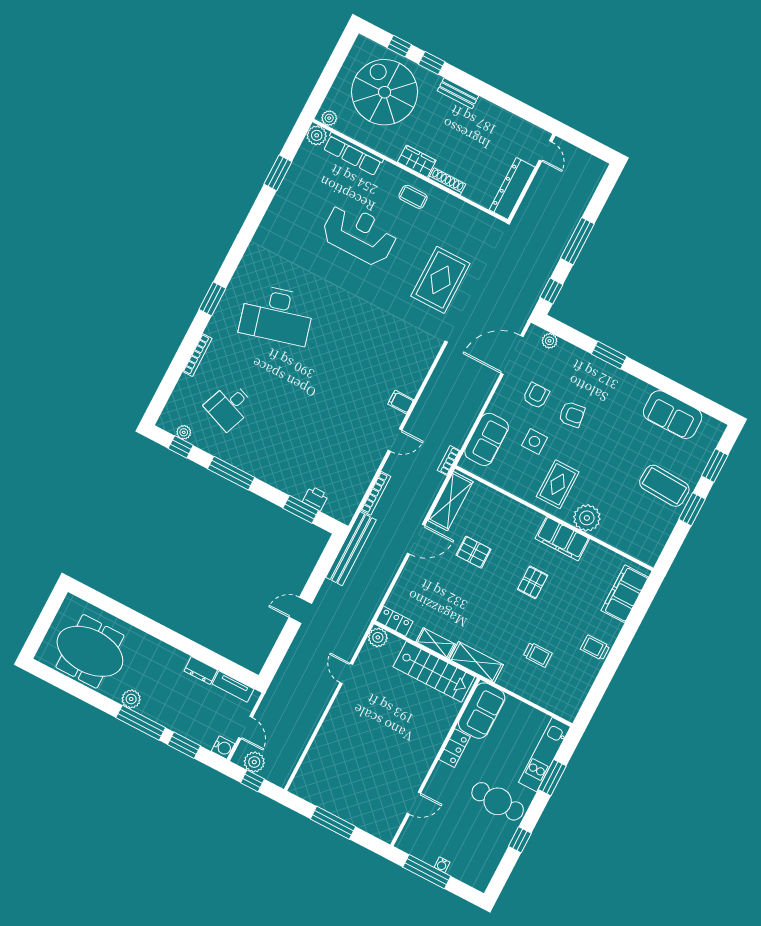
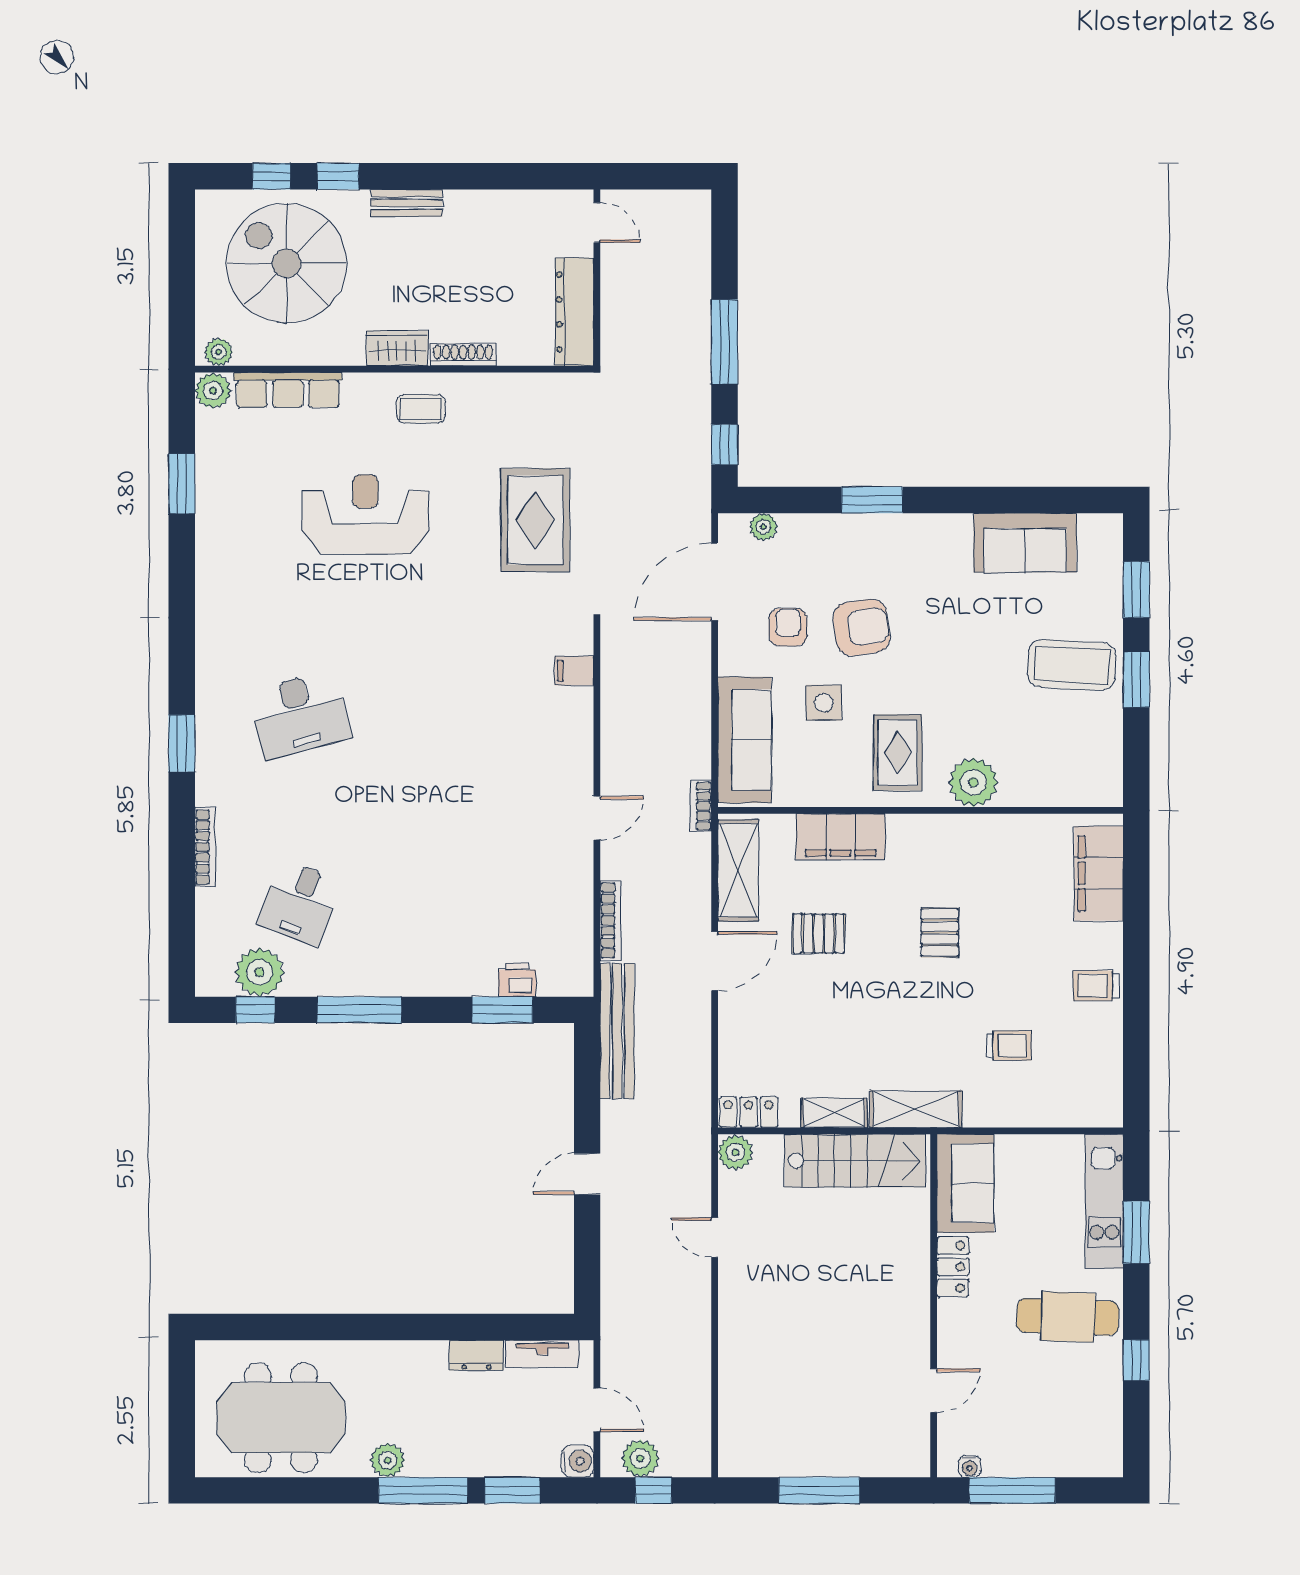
desk: (277, 315) -> (300, 715), width x0.73, depth x0.77
filing cabinet: (401, 402) -> (574, 671), moved
armchair: (572, 414) -> (862, 627), width x1.38, depth x1.38
plant: (184, 432) -> (260, 972), width x1.88, depth x1.88
sofa: (487, 439) -> (745, 740), width x1.36
filing cabinet: (562, 539) -> (841, 837), moved
water cooler: (442, 865) -> (970, 1466), moved

